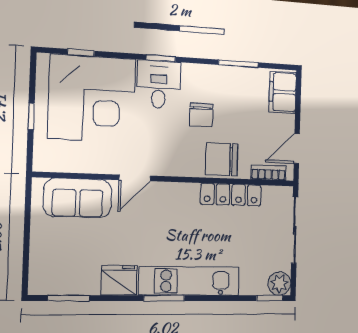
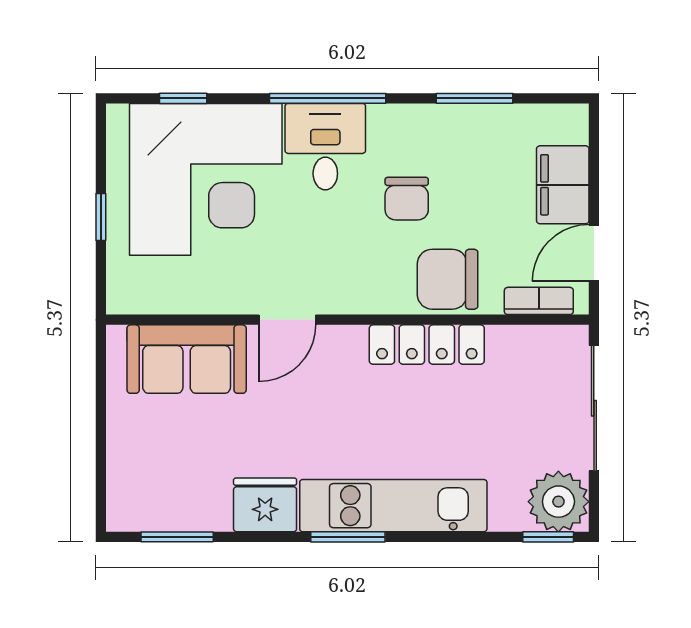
window: (161, 58) -> (328, 98), width x2.17
filing cabinet: (283, 92) -> (563, 185), moved
locker: (231, 195) -> (427, 345), moved
plant: (279, 284) -> (558, 502), width x1.36, depth x1.36

